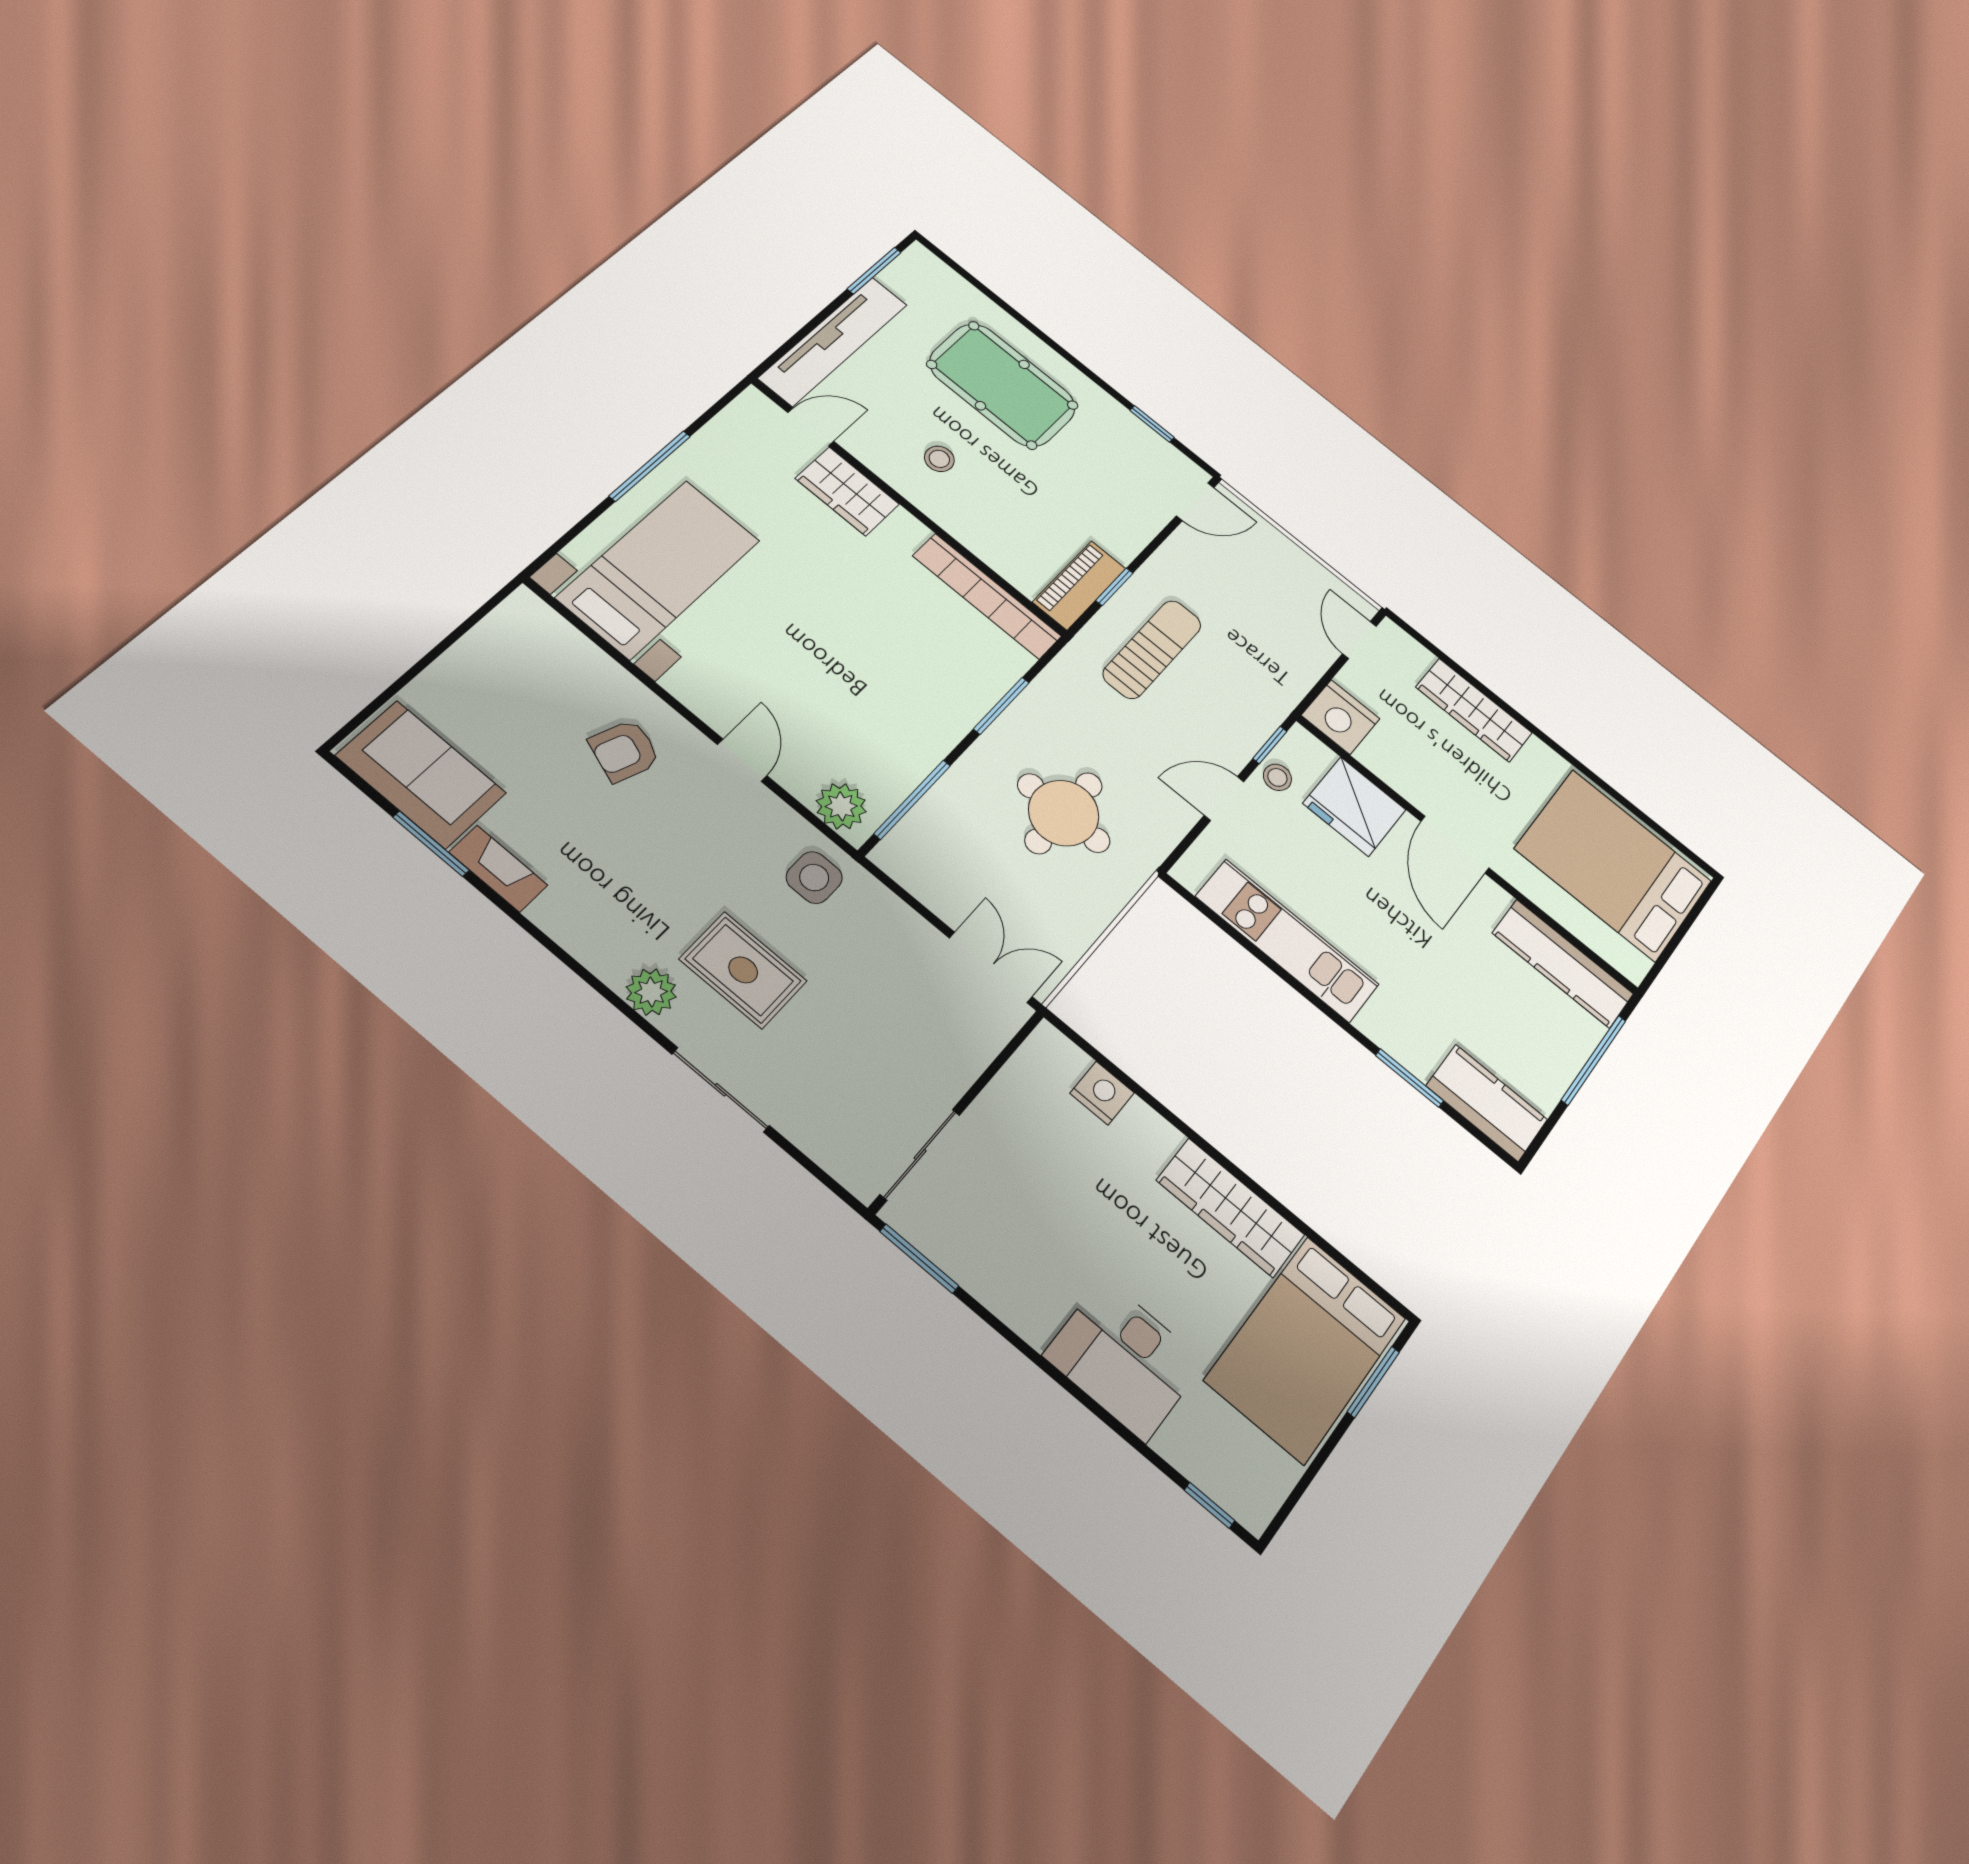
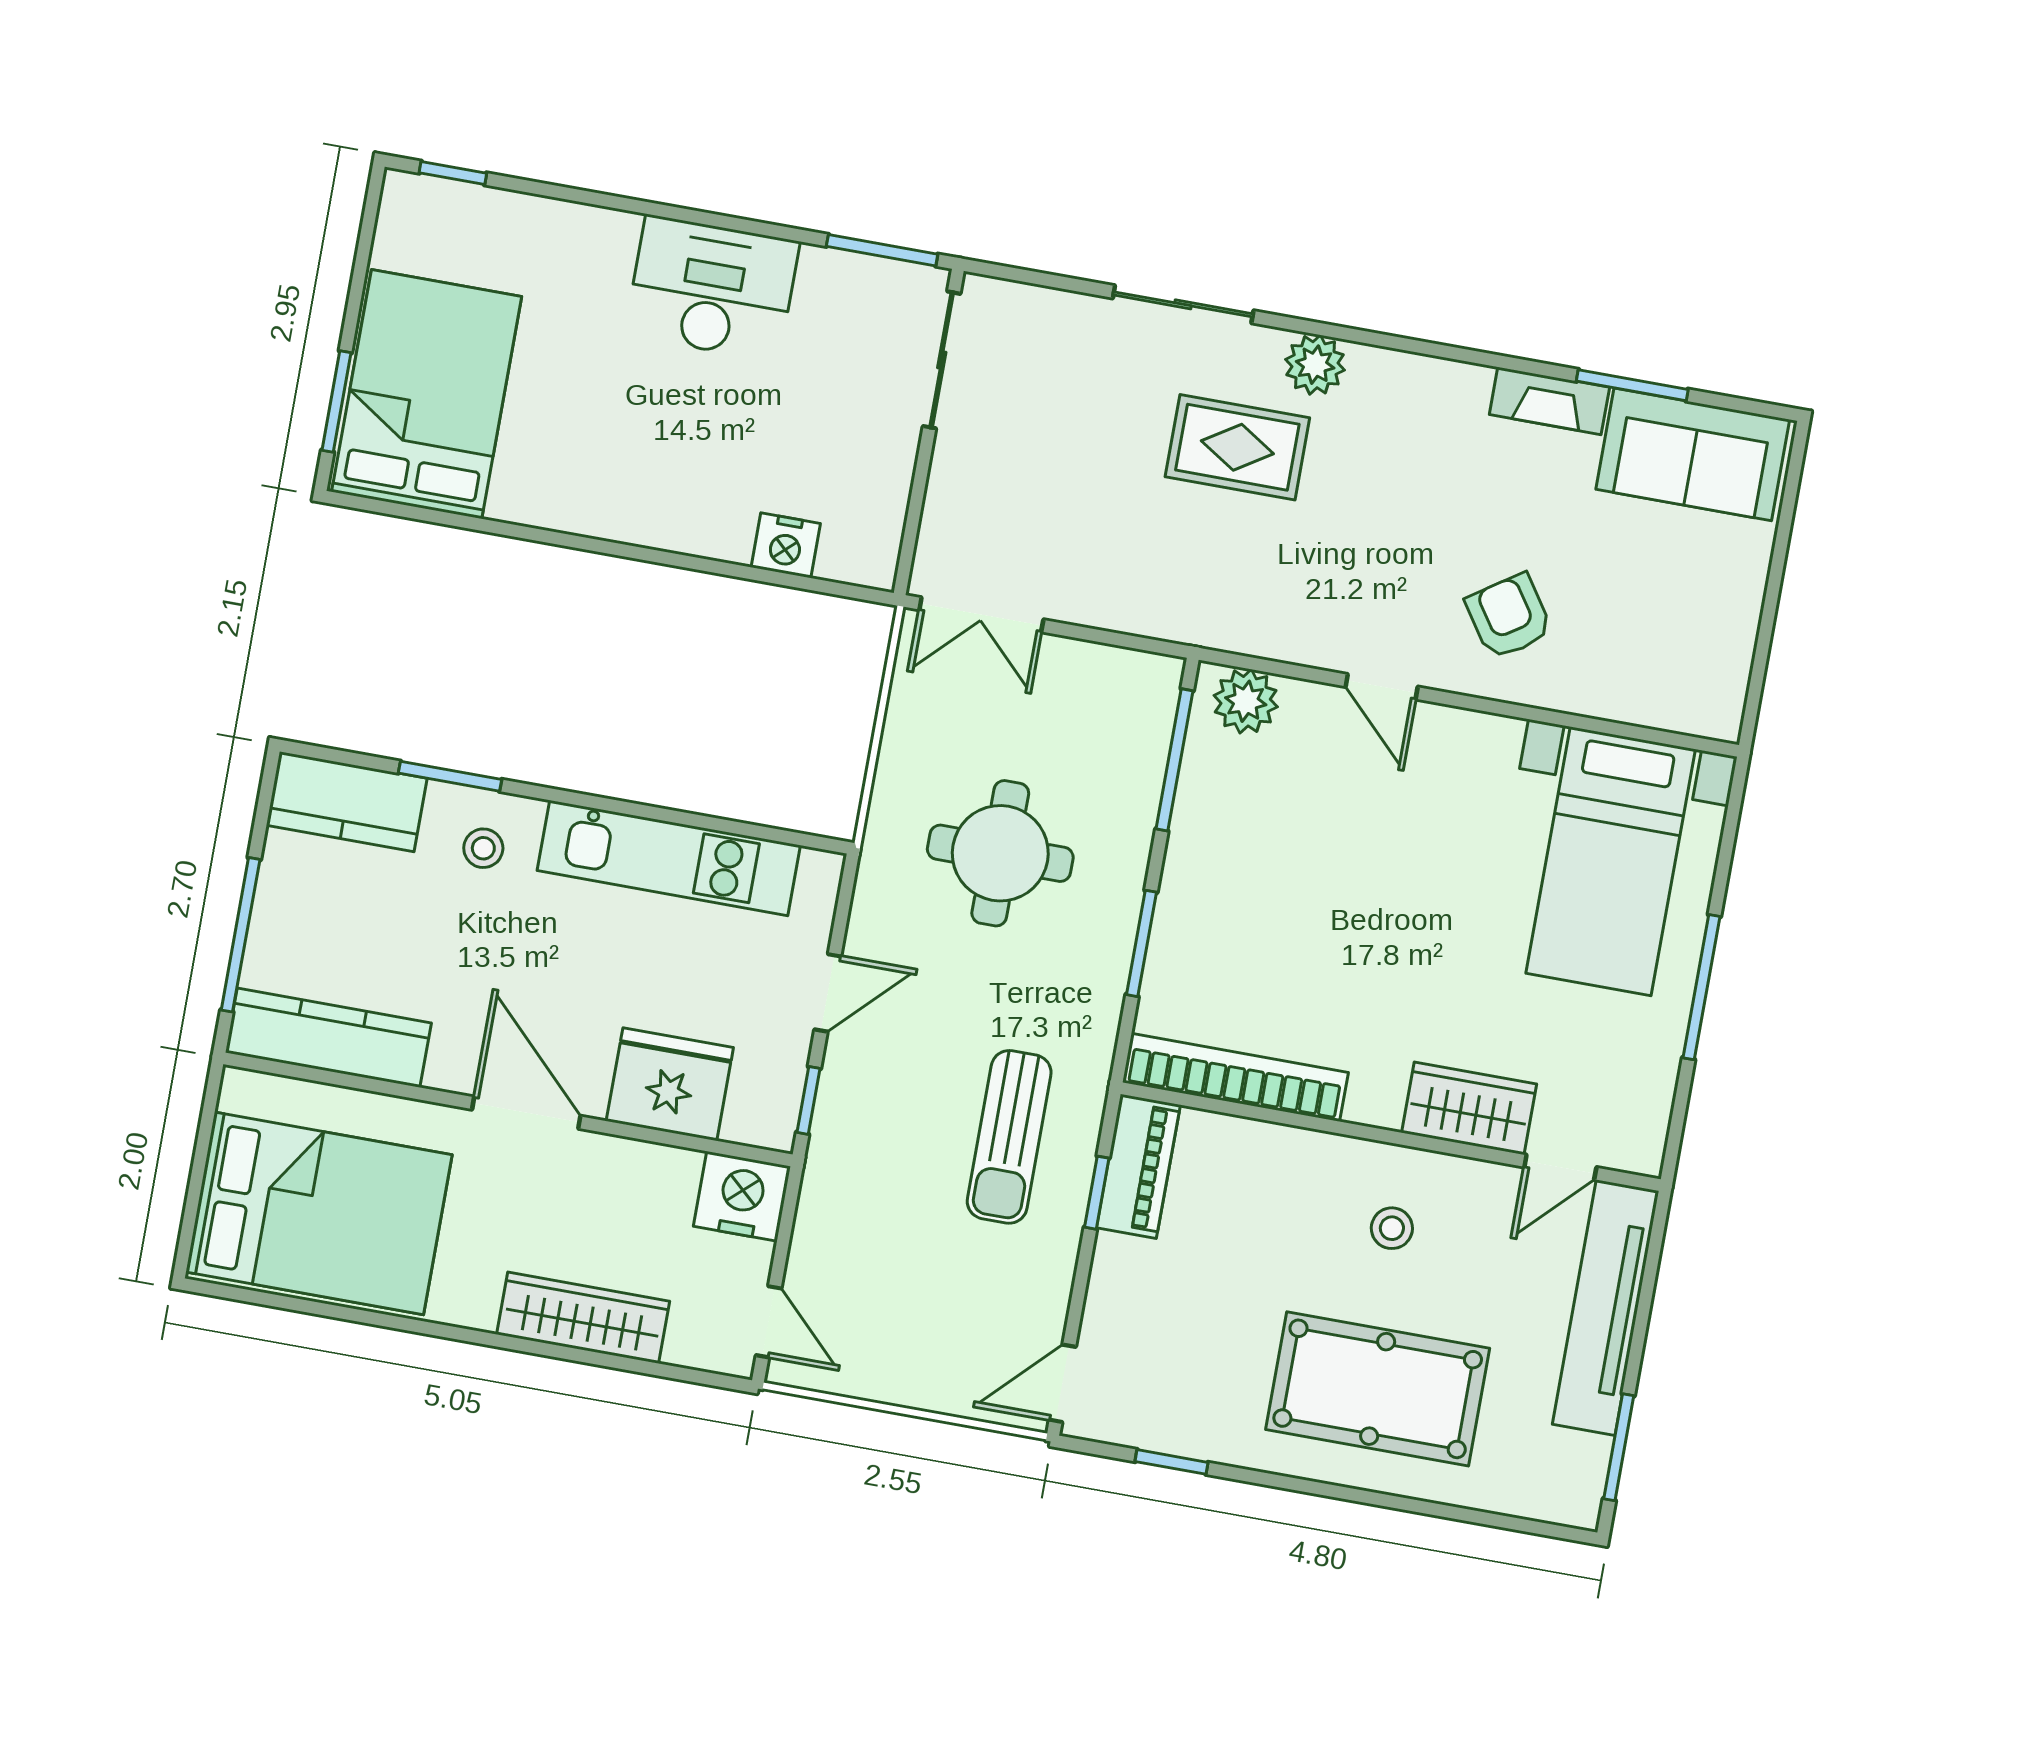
armchair: (624, 751) -> (1509, 616), turned -54
stool: (1277, 777) -> (483, 848), moved
side table: (814, 878) -> (1226, 599), removed
wardrobe: (1231, 1208) -> (582, 501), removed
desk: (1124, 1359) -> (712, 288), moved

